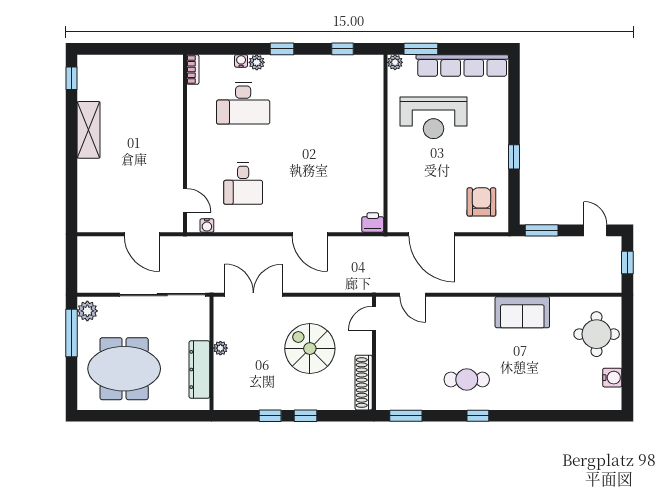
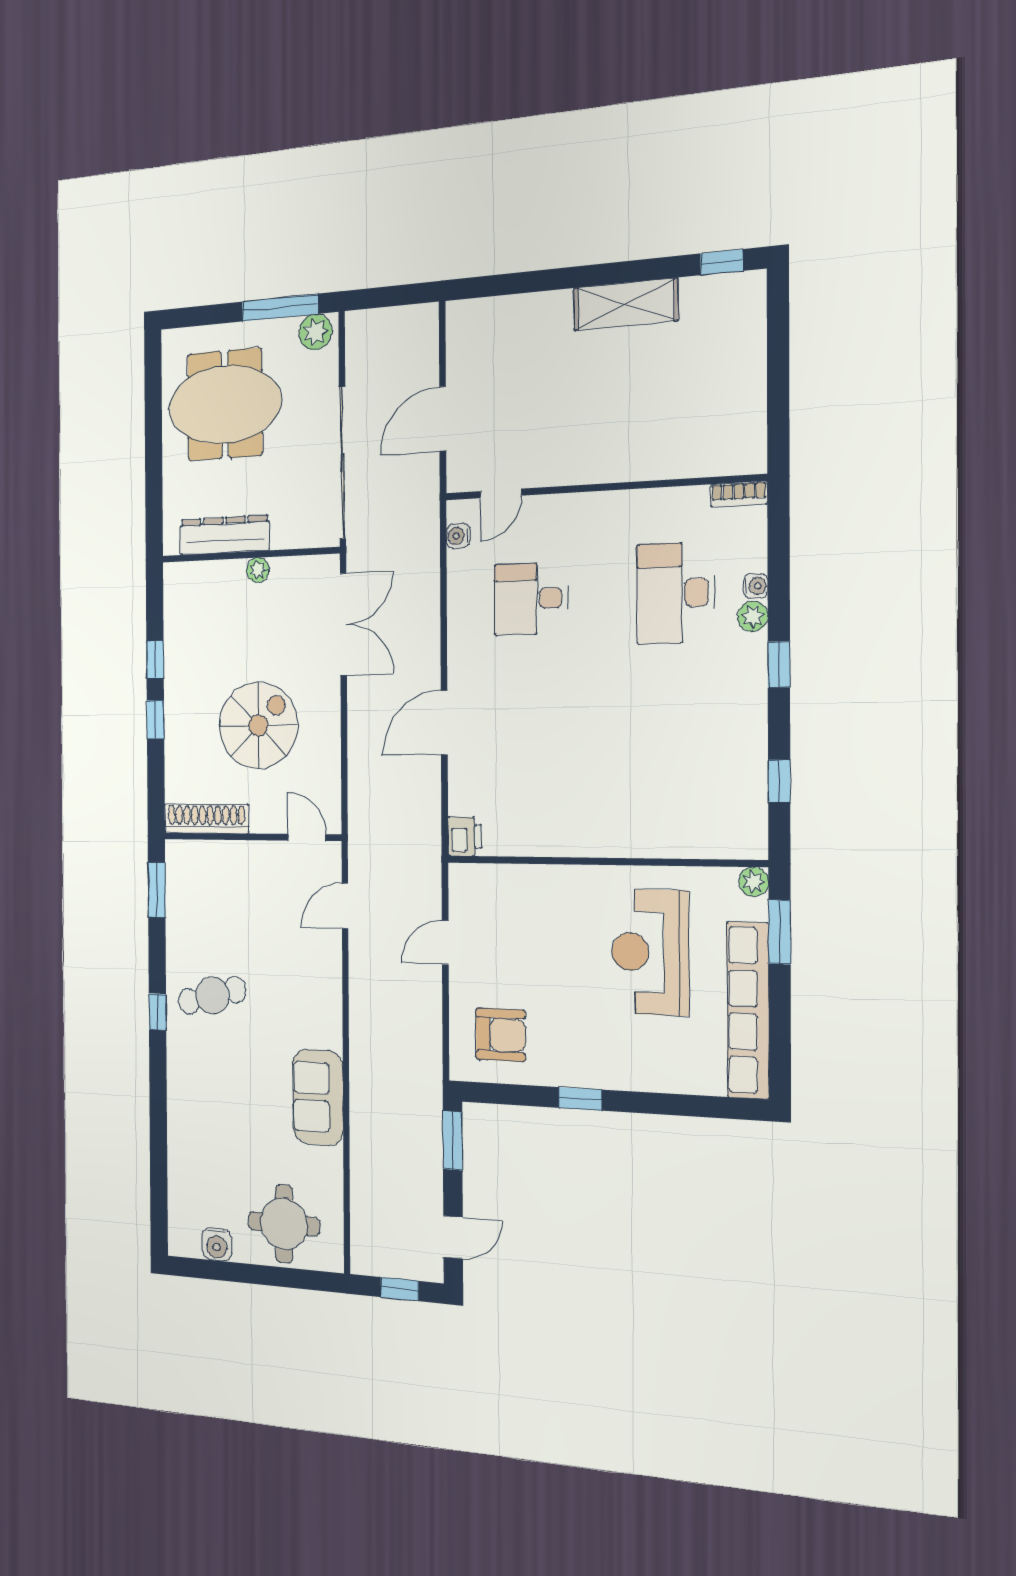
door: (432, 234) -> (445, 942), width x0.53
meeting table: (124, 369) -> (225, 405), turned 90
cafe table: (467, 379) -> (212, 995), turned 75

